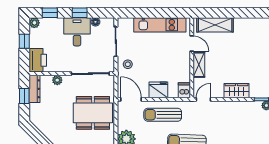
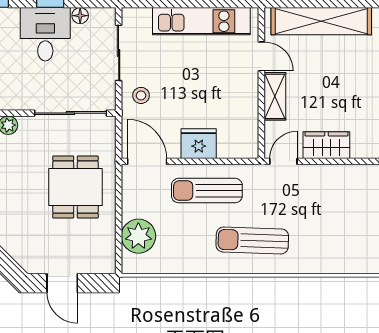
shelving: (215, 25) -> (321, 21), width x1.47
dishwasher: (184, 90) -> (248, 144), removed
wardrobe: (236, 91) -> (326, 145), moved
dining table: (93, 113) -> (75, 187), width x0.73

